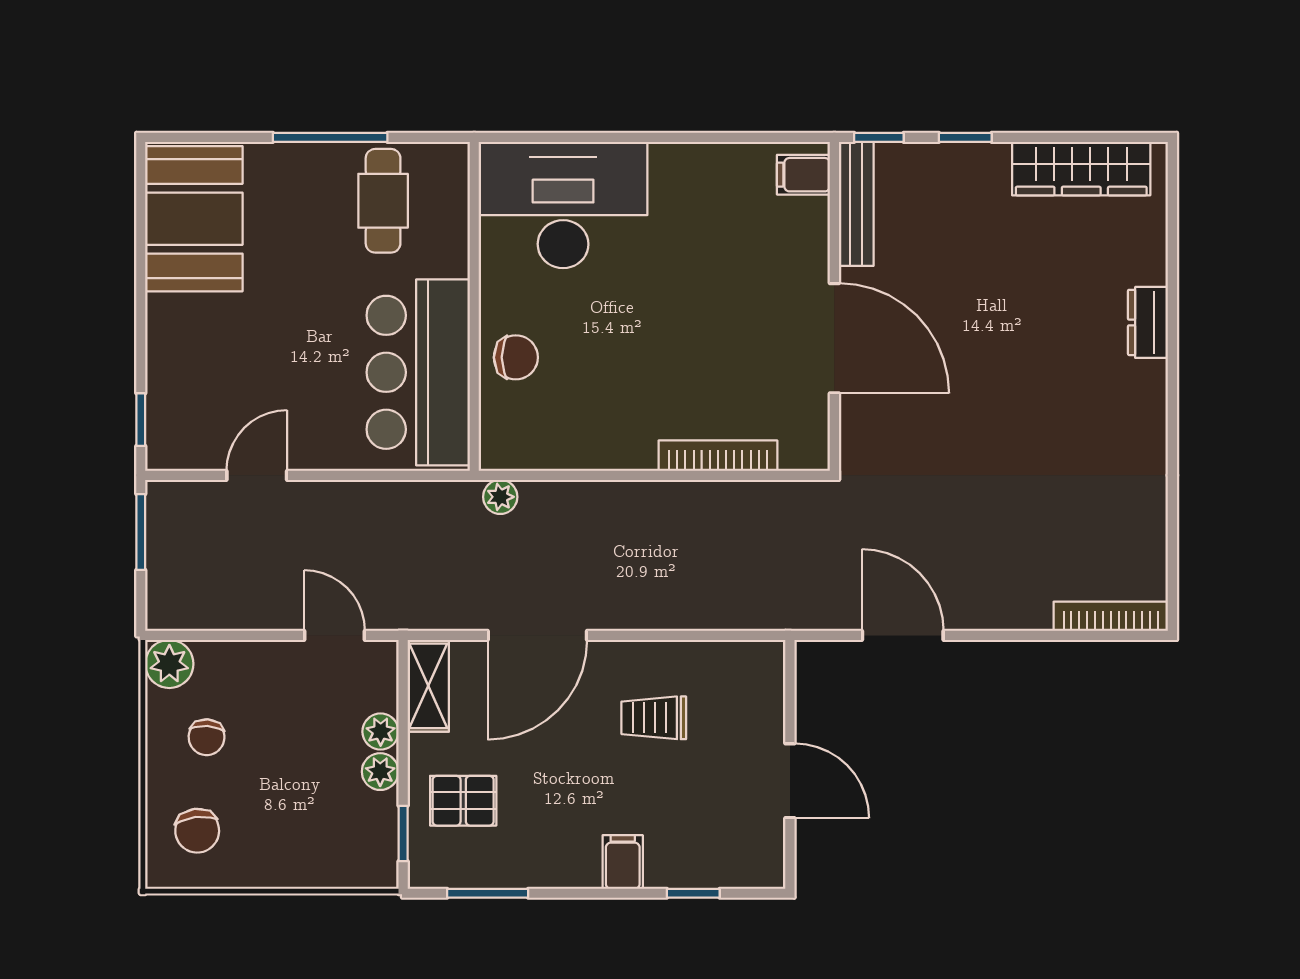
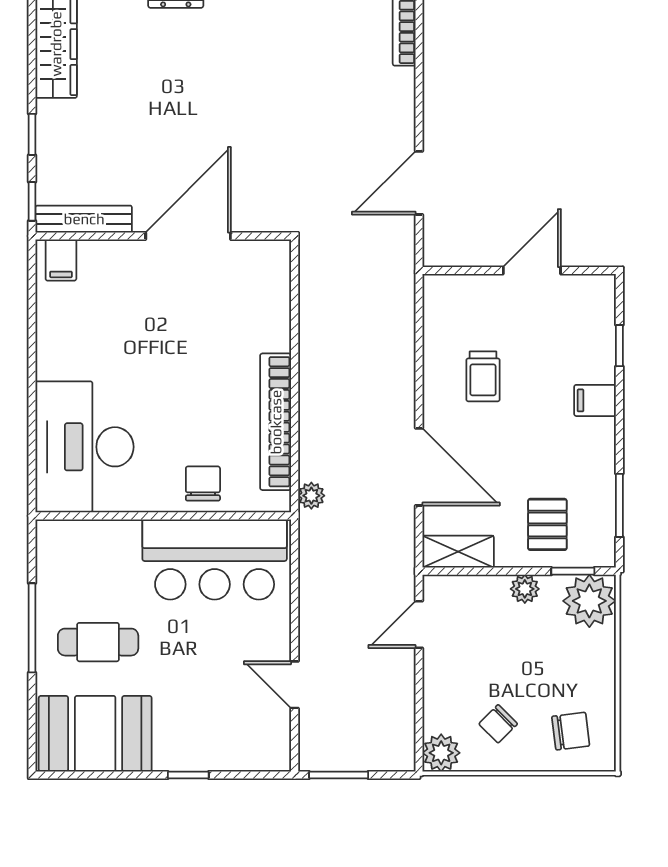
cafe table: (383, 201) -> (98, 642), moved
window: (141, 420) -> (188, 775), moved
bookcase: (718, 456) -> (276, 422), moved, width x1.48, depth x1.31
plant: (381, 732) -> (589, 601), moved, width x1.88, depth x1.88
chair: (207, 737) -> (498, 724), turned 131

